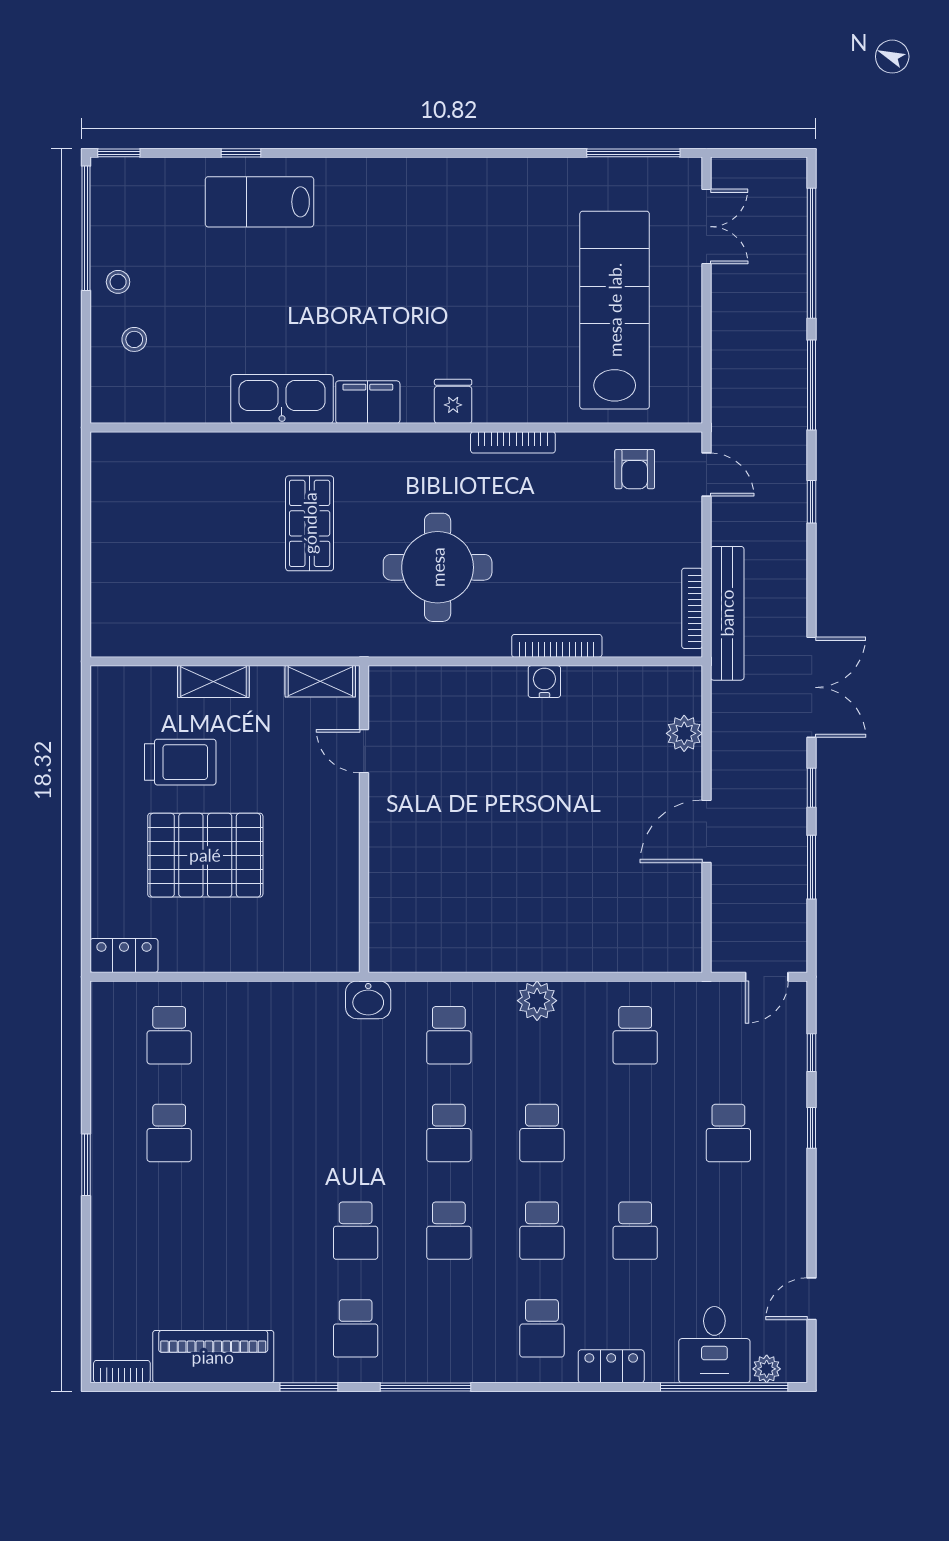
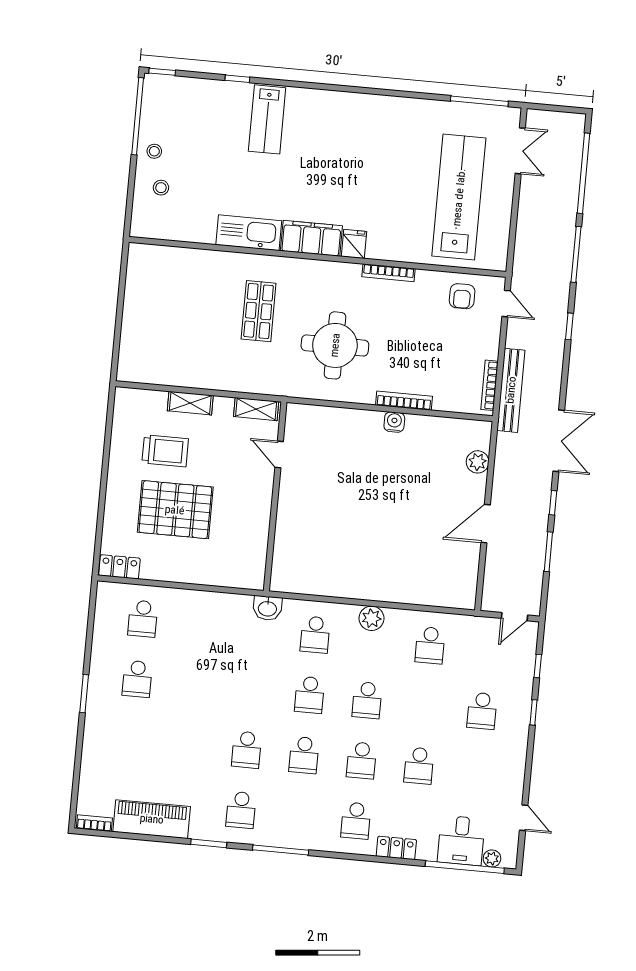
lab bench: (259, 202) -> (267, 119), moved, turned -90
filing cabinet: (368, 402) -> (311, 238), width x1.50, depth x1.17
door: (812, 1299) -> (524, 818), swing flipped

